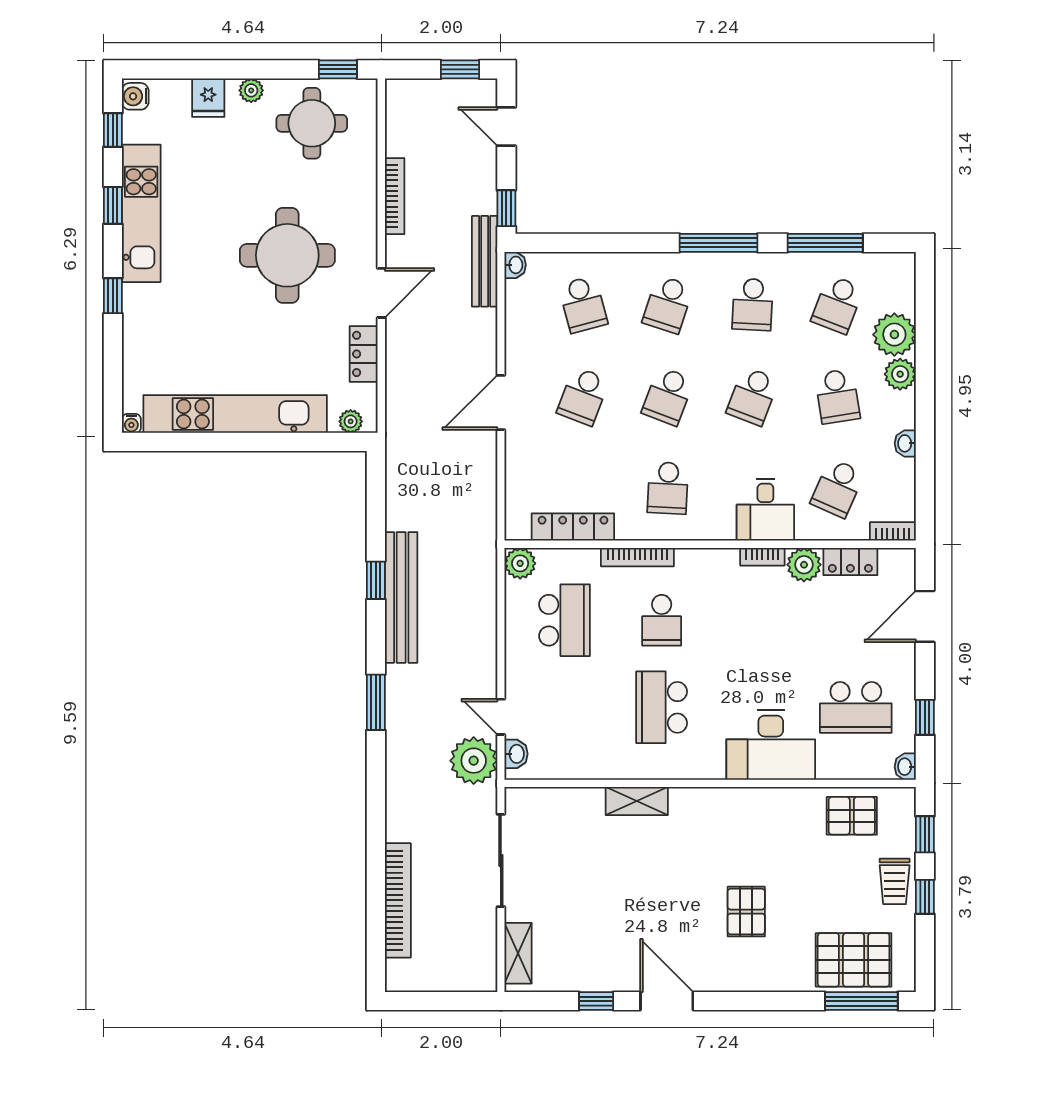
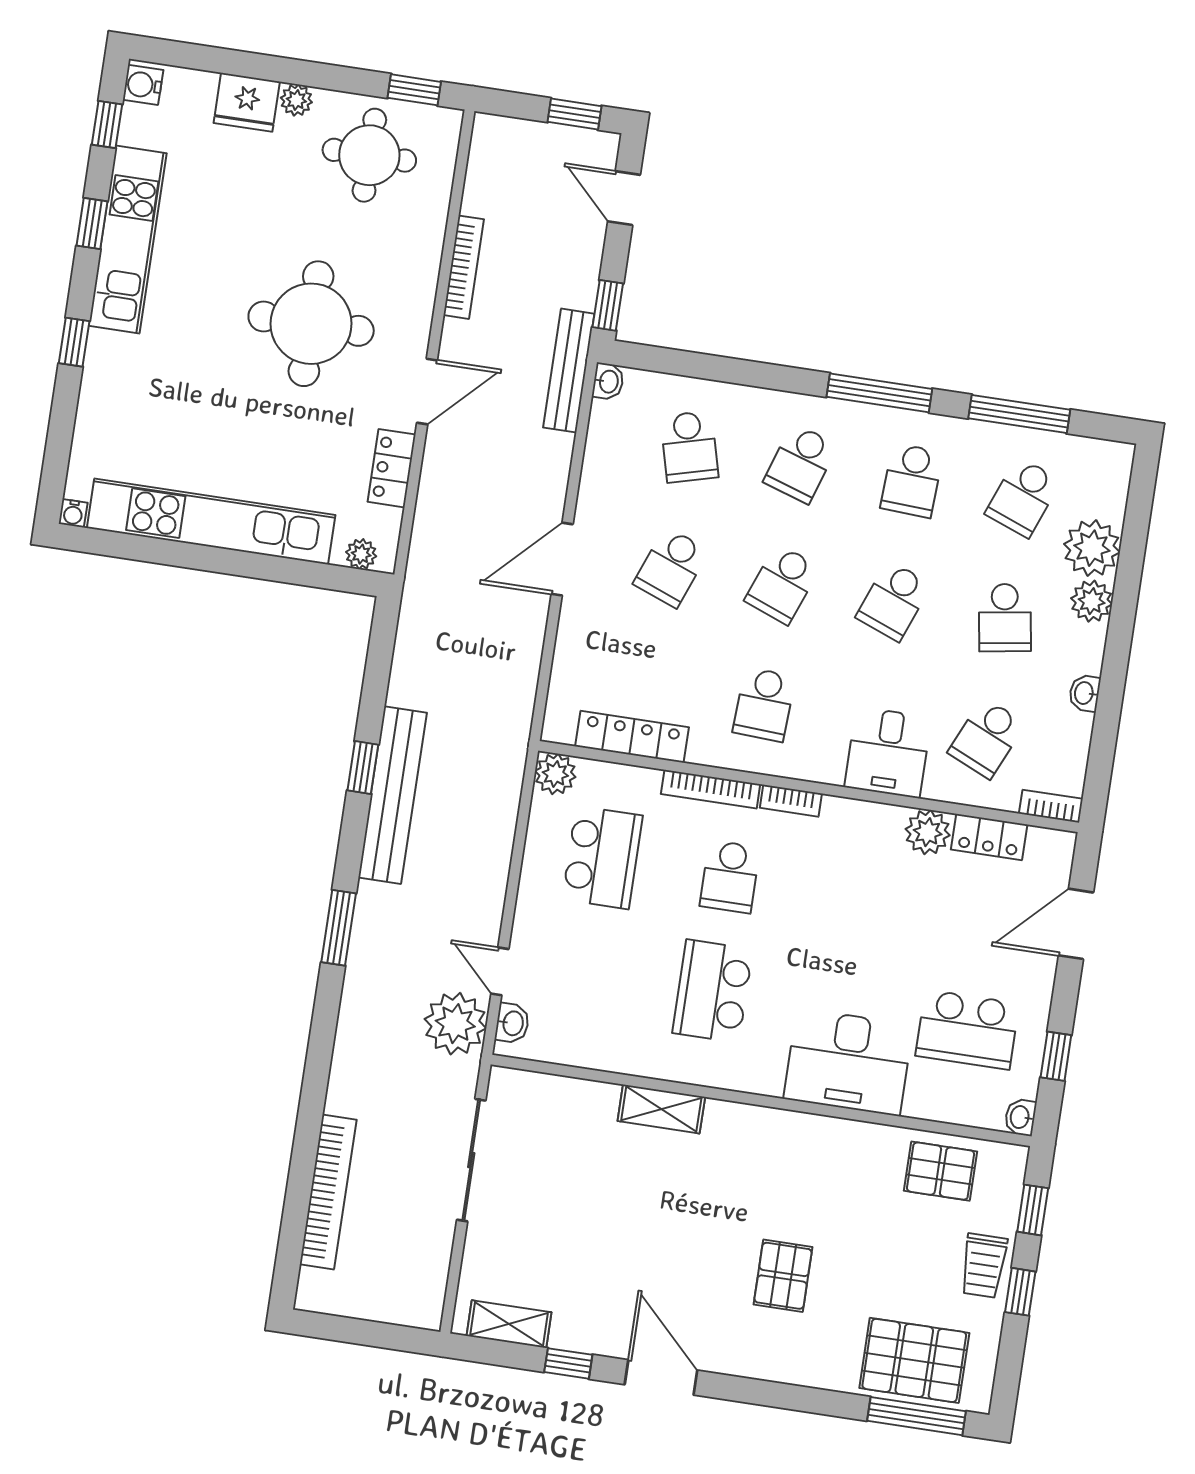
fridge: (208, 98) -> (247, 102), width x1.38
bookcase: (762, 557) -> (791, 801), moved
shelving: (518, 953) -> (509, 1324), moved, turned 90

